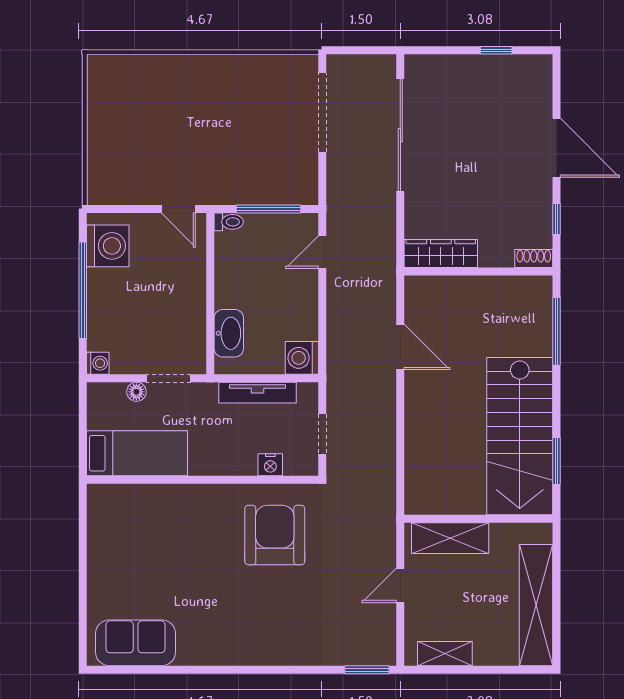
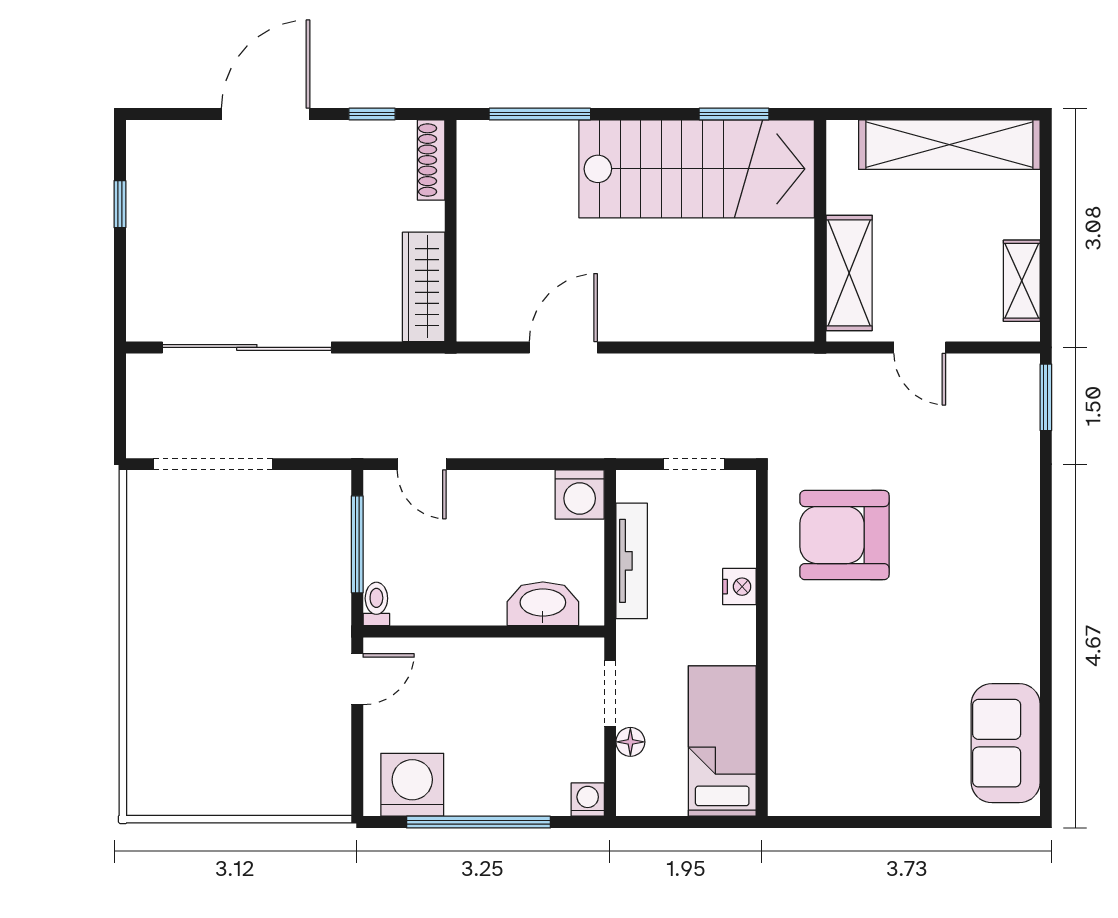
shoe rack: (534, 259) -> (431, 160), width x1.43
nightstand: (270, 465) -> (739, 587), moved

